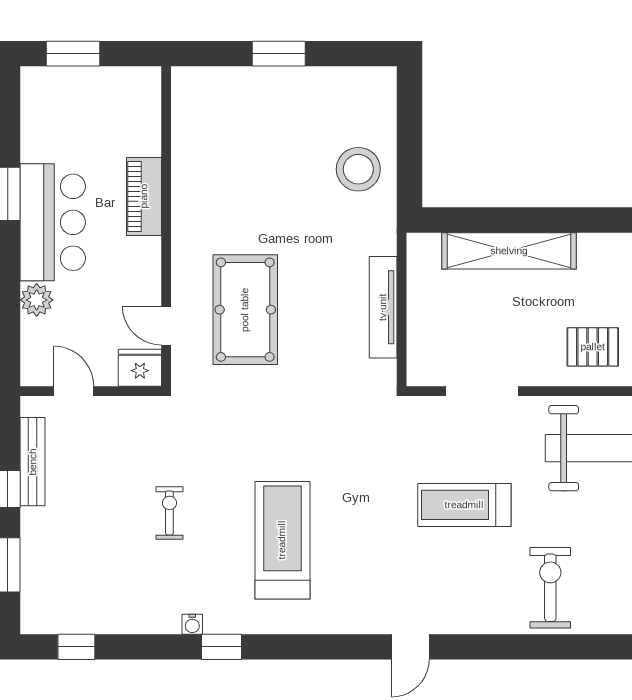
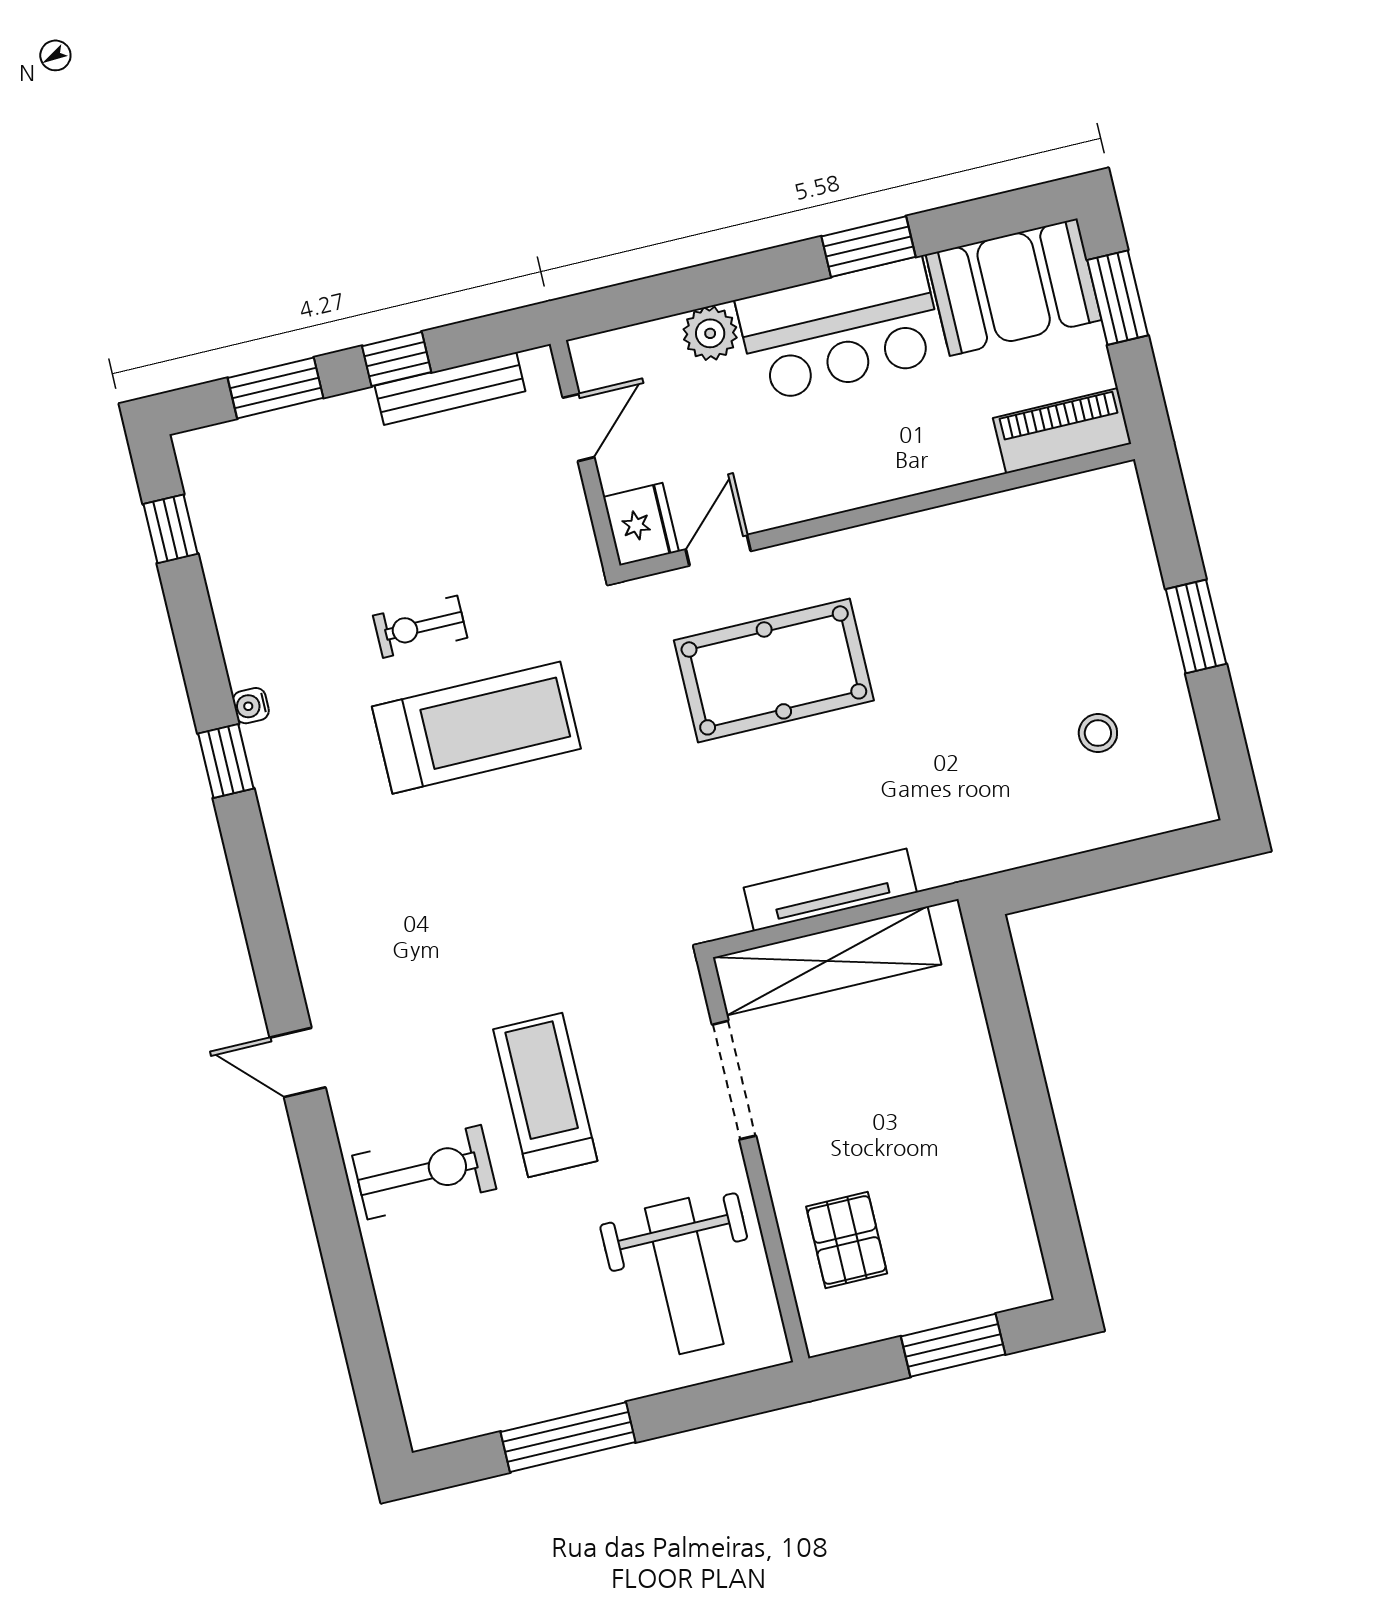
booth: (52, 114) -> (1014, 287), added
stool: (358, 169) -> (1098, 733), moved, width x0.53, depth x0.53
piano: (144, 196) -> (1062, 431), moved
shelving: (509, 251) -> (827, 961), moved, turned 90
exercise bike: (169, 513) -> (420, 627), turned 180
treadmill: (282, 540) -> (476, 728), moved
exercise bike: (550, 588) -> (424, 1172), moved

